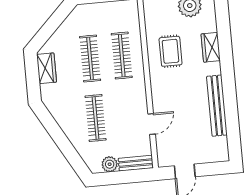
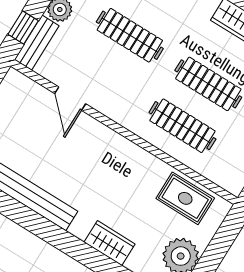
rug: (171, 51) -> (185, 198), moved
window: (133, 176) -> (23, 28), added

